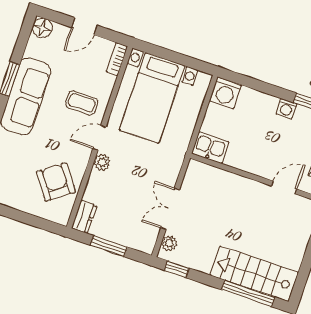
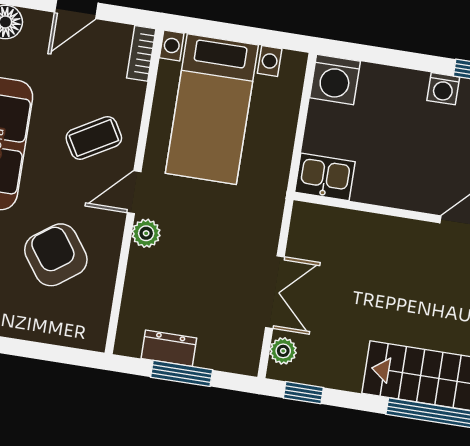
coffee table: (82, 103) -> (94, 138), turned -30
armchair: (56, 182) -> (56, 255), moved
double door: (170, 209) -> (275, 292), swing flipped
dresser: (84, 217) -> (169, 348), moved, turned -90

